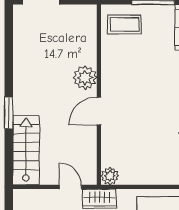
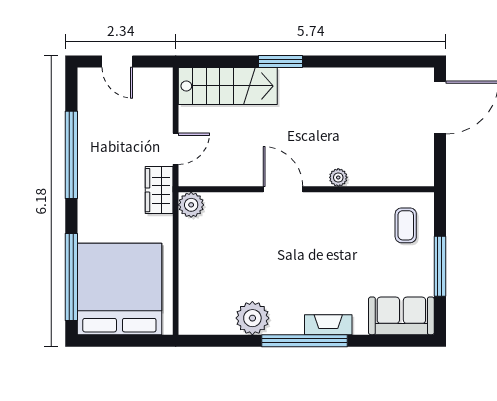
coffee table: (124, 24) -> (406, 225), width x0.73, depth x0.77
plant: (85, 78) -> (338, 177), width x0.53, depth x0.53

